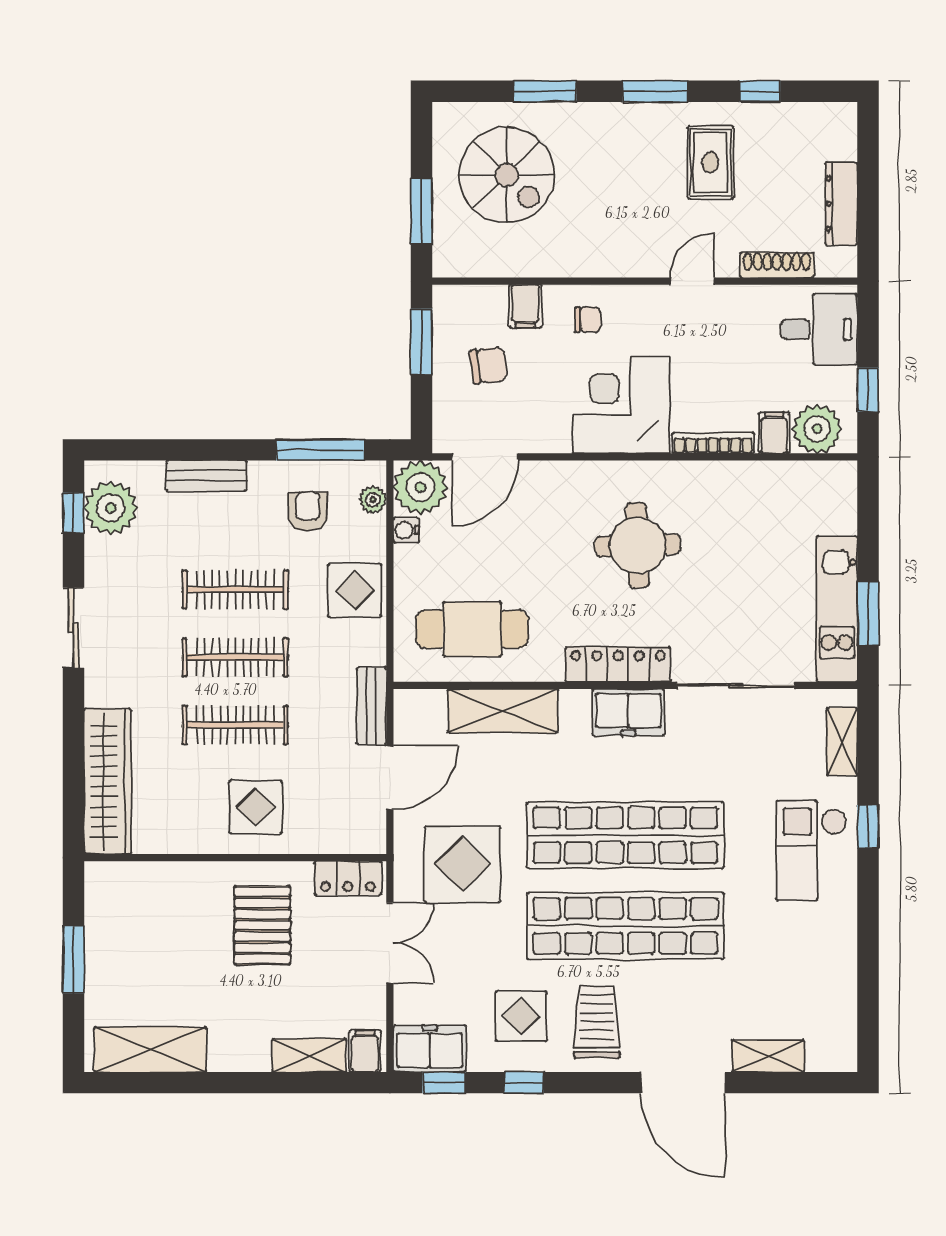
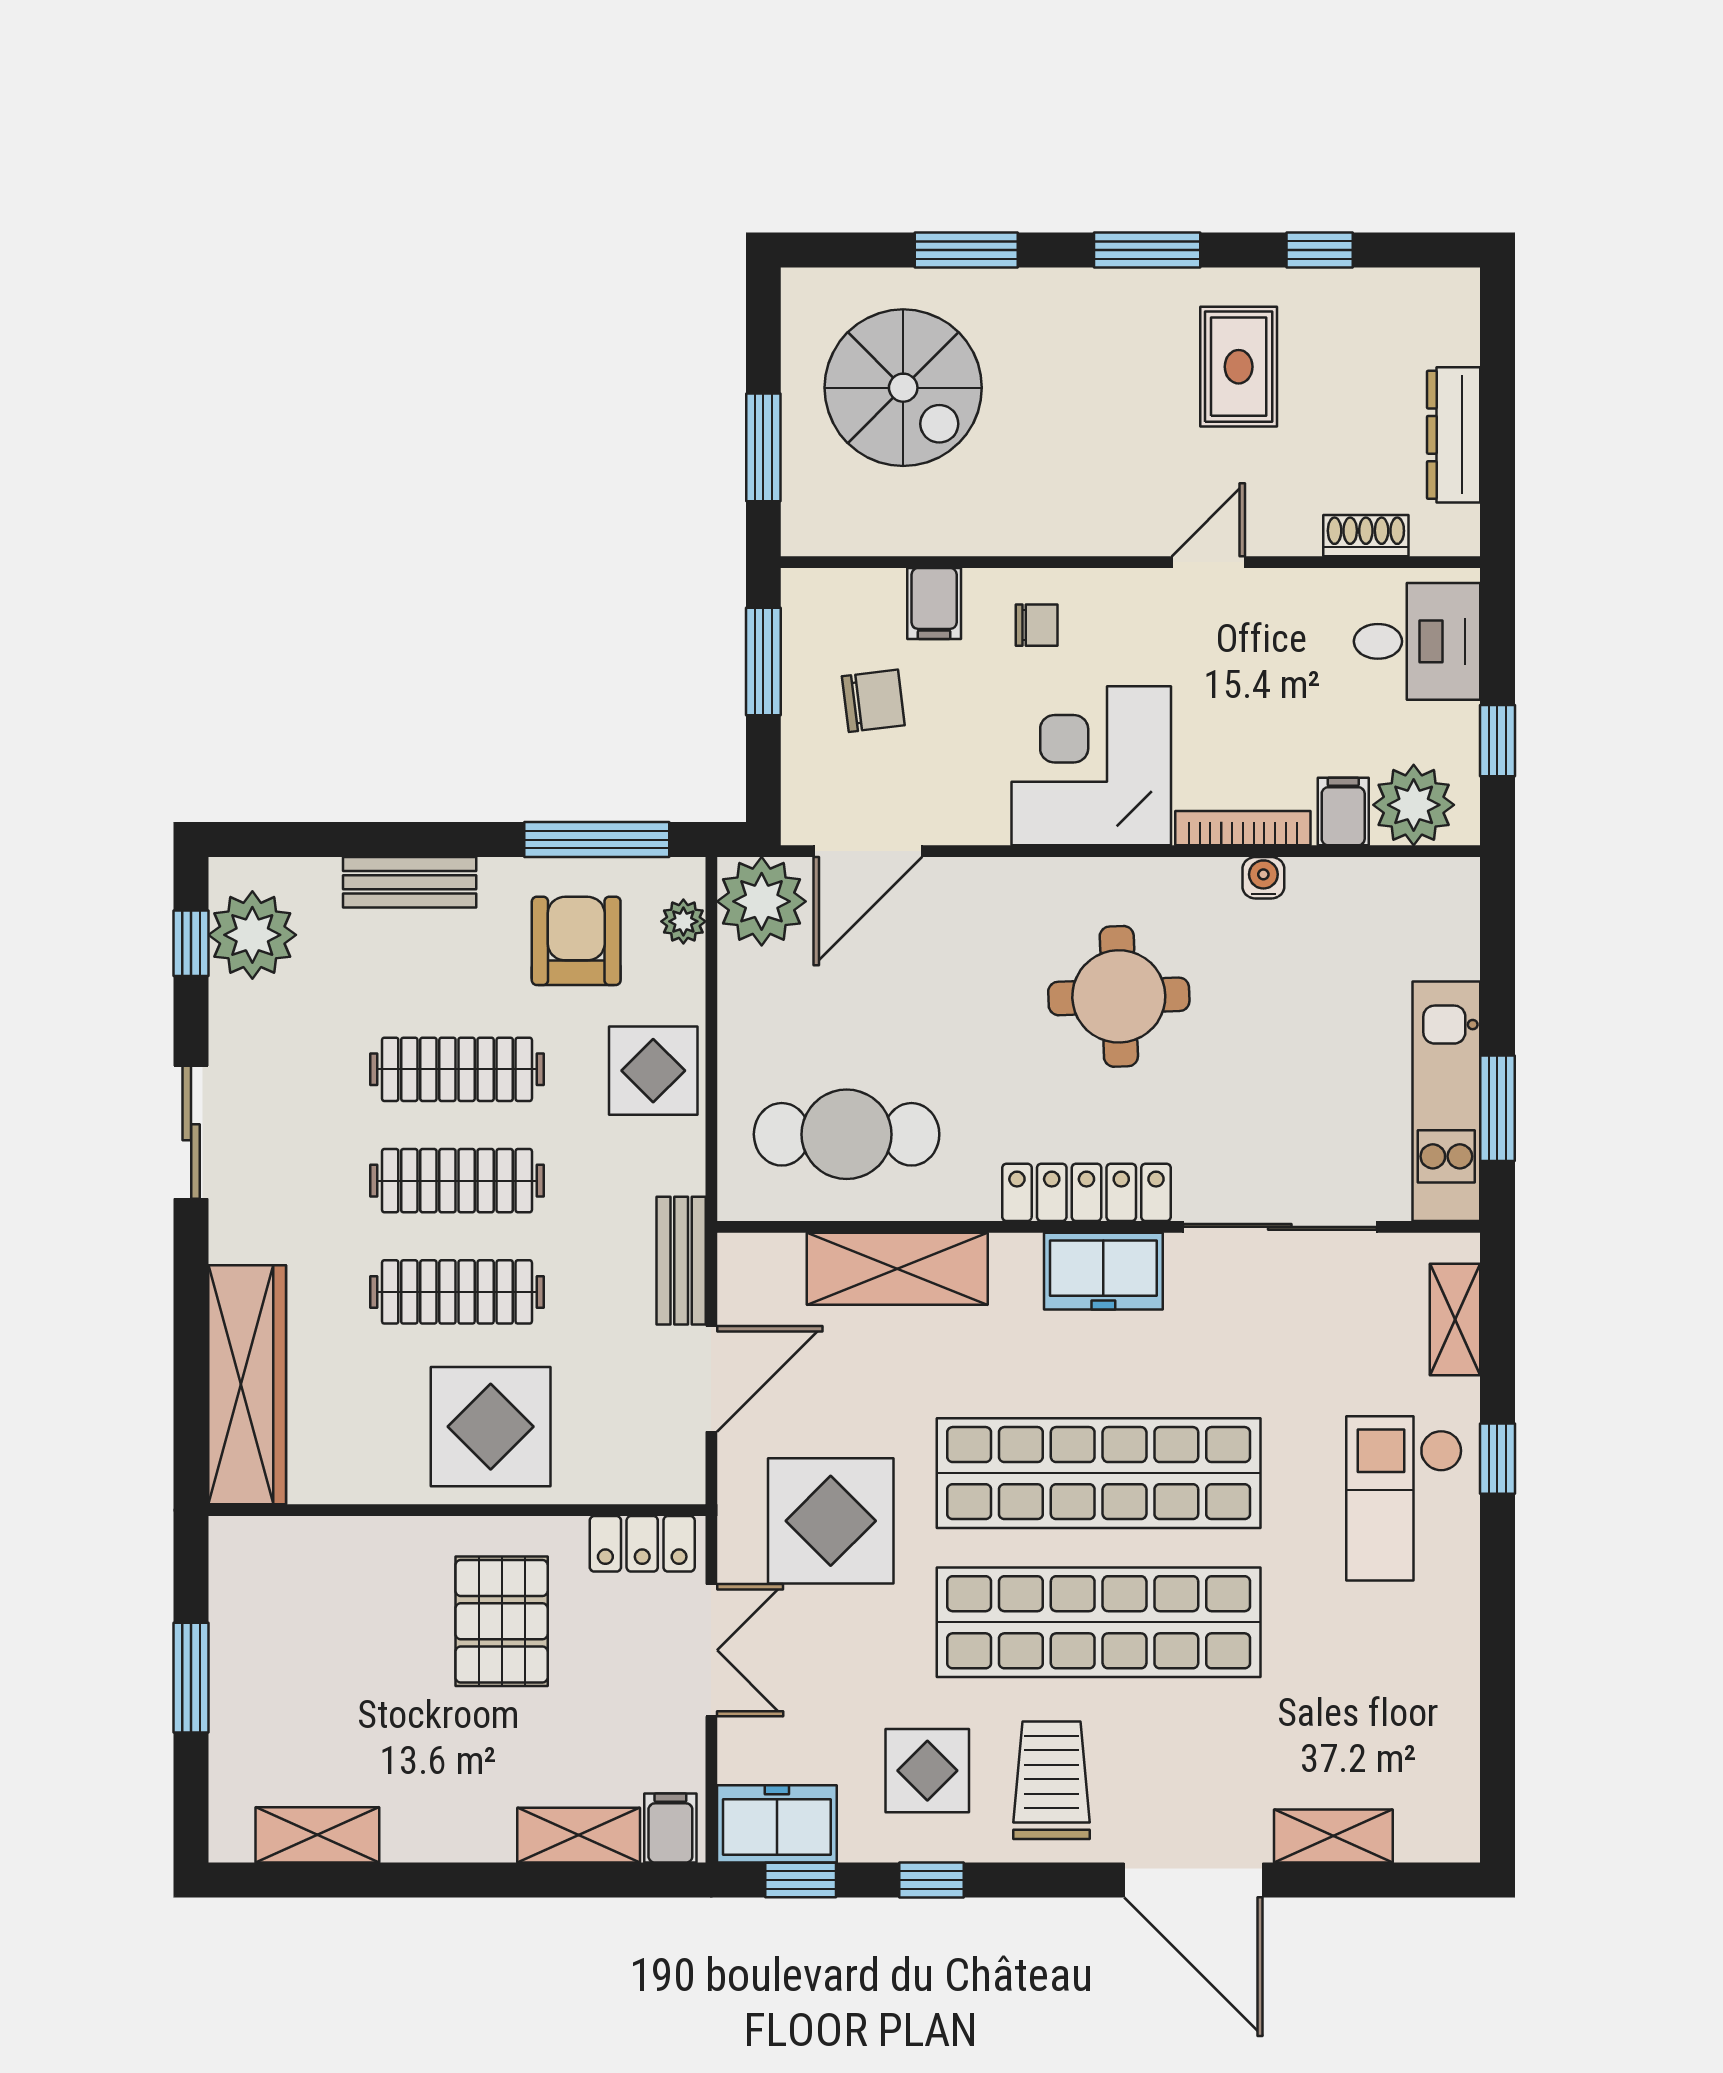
shoe rack: (777, 265) -> (1366, 536), width x0.70
armchair: (308, 511) -> (576, 941), width x1.38, depth x1.38
water cooler: (406, 530) -> (1263, 878), moved, turned 90
display table: (256, 807) -> (491, 1427), width x1.36, depth x1.36
shelving: (150, 1050) -> (317, 1835), width x0.67, depth x0.75

